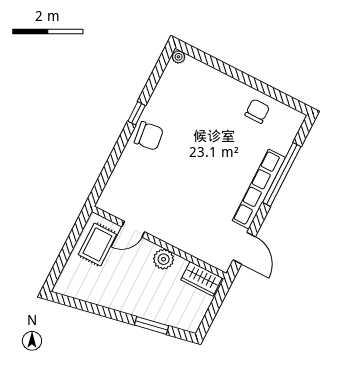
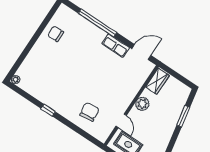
chair: (149, 136) -> (89, 112), moved
row of seats: (259, 189) -> (116, 46), width x0.50

